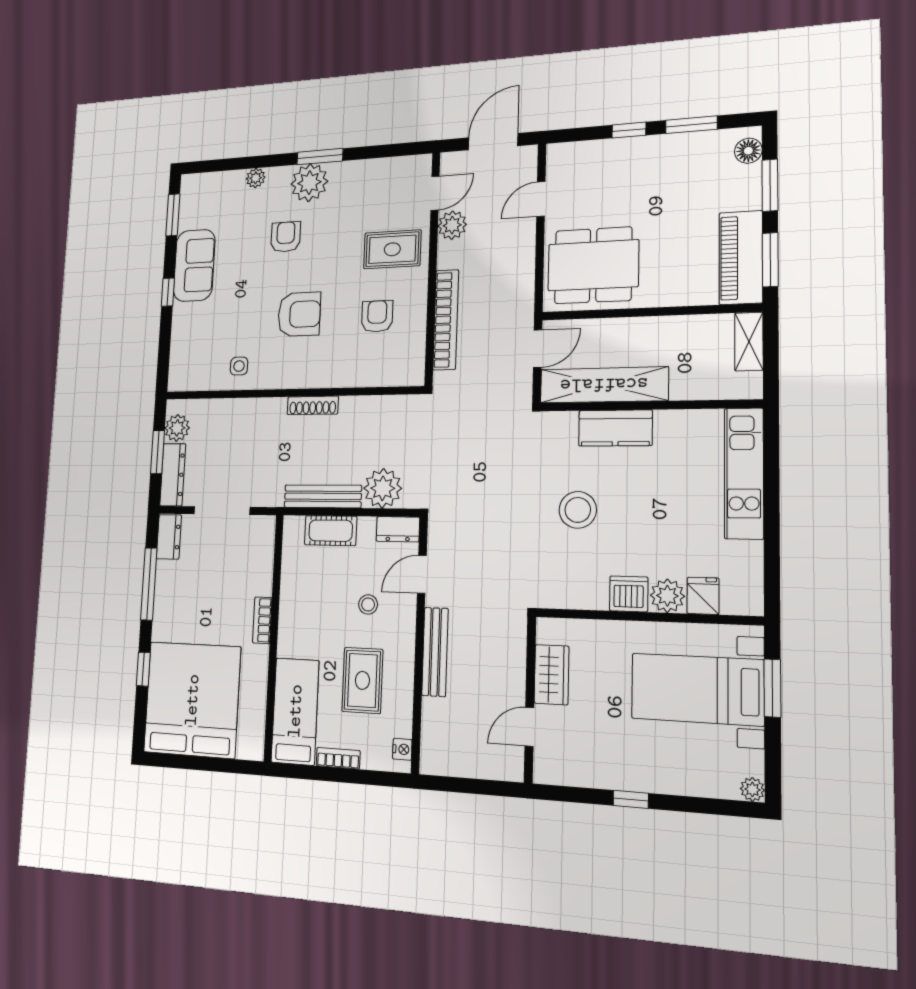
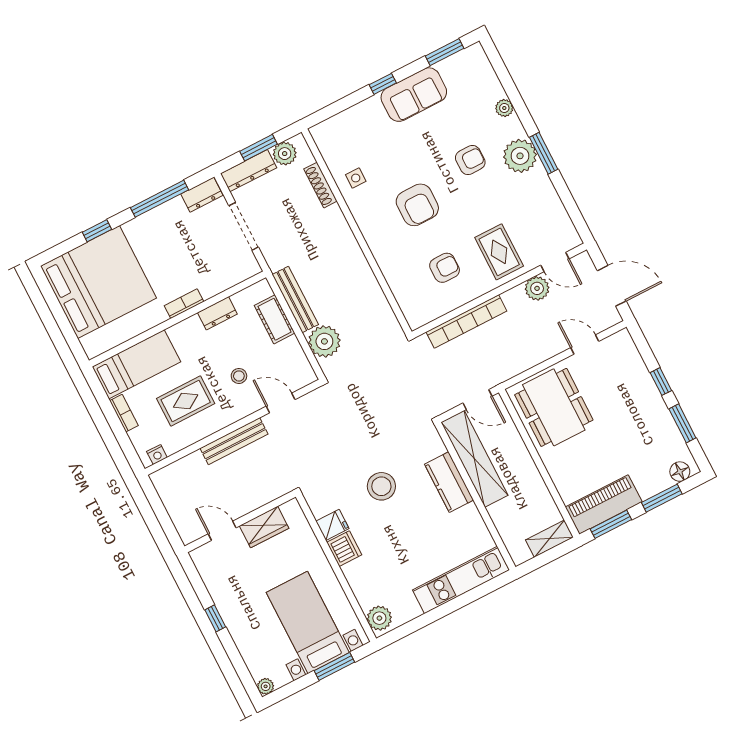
shoe rack: (313, 405) -> (320, 185), moved
dresser: (398, 529) -> (217, 313), moved, turned -90
plant: (667, 596) -> (379, 618), moved
fridge: (703, 596) -> (332, 525), moved

